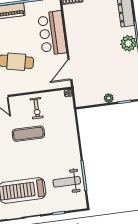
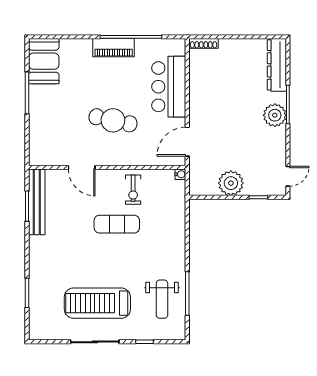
plant: (109, 98) -> (231, 183), width x1.88, depth x1.88
weight bench: (67, 182) -> (162, 299), turned -90

